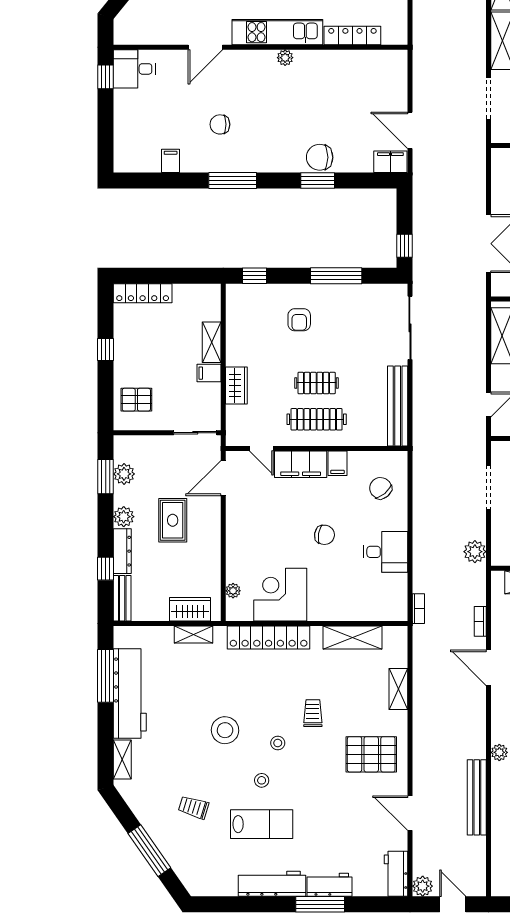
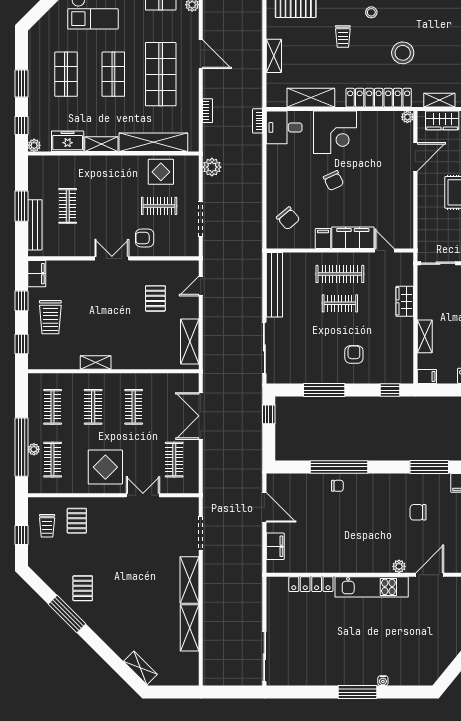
plant: (285, 58) -> (399, 566), moved
chair: (220, 124) -> (418, 512), turned 180
chair: (320, 157) -> (337, 486), width x0.54, depth x0.54
filing cabinet: (390, 162) -> (275, 546), moved, turned -90
window: (233, 181) -> (429, 467), moved
window: (318, 181) -> (339, 467), width x2.11
filing cabinet: (209, 373) -> (427, 376), moved
door: (223, 478) -> (415, 157), moved
chair: (324, 535) -> (333, 181), turned -125
desk: (386, 552) -> (284, 127), moved
plant: (233, 591) -> (407, 117), moved
corner desk: (280, 595) -> (335, 132), moved
door: (489, 668) -> (201, 54), moved
stool: (225, 730) -> (403, 53), moved

